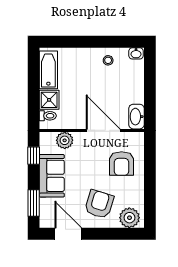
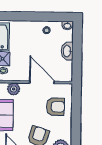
washbasin: (136, 117) -> (67, 51), moved
armchair: (122, 163) -> (55, 107), turned -90

